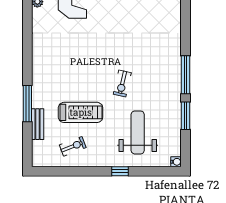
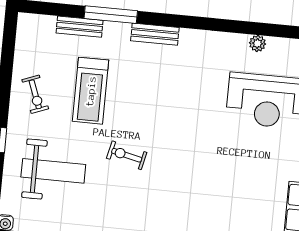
bench: (38, 72) -> (155, 34), added
exercise bike: (73, 146) -> (35, 94), moved

